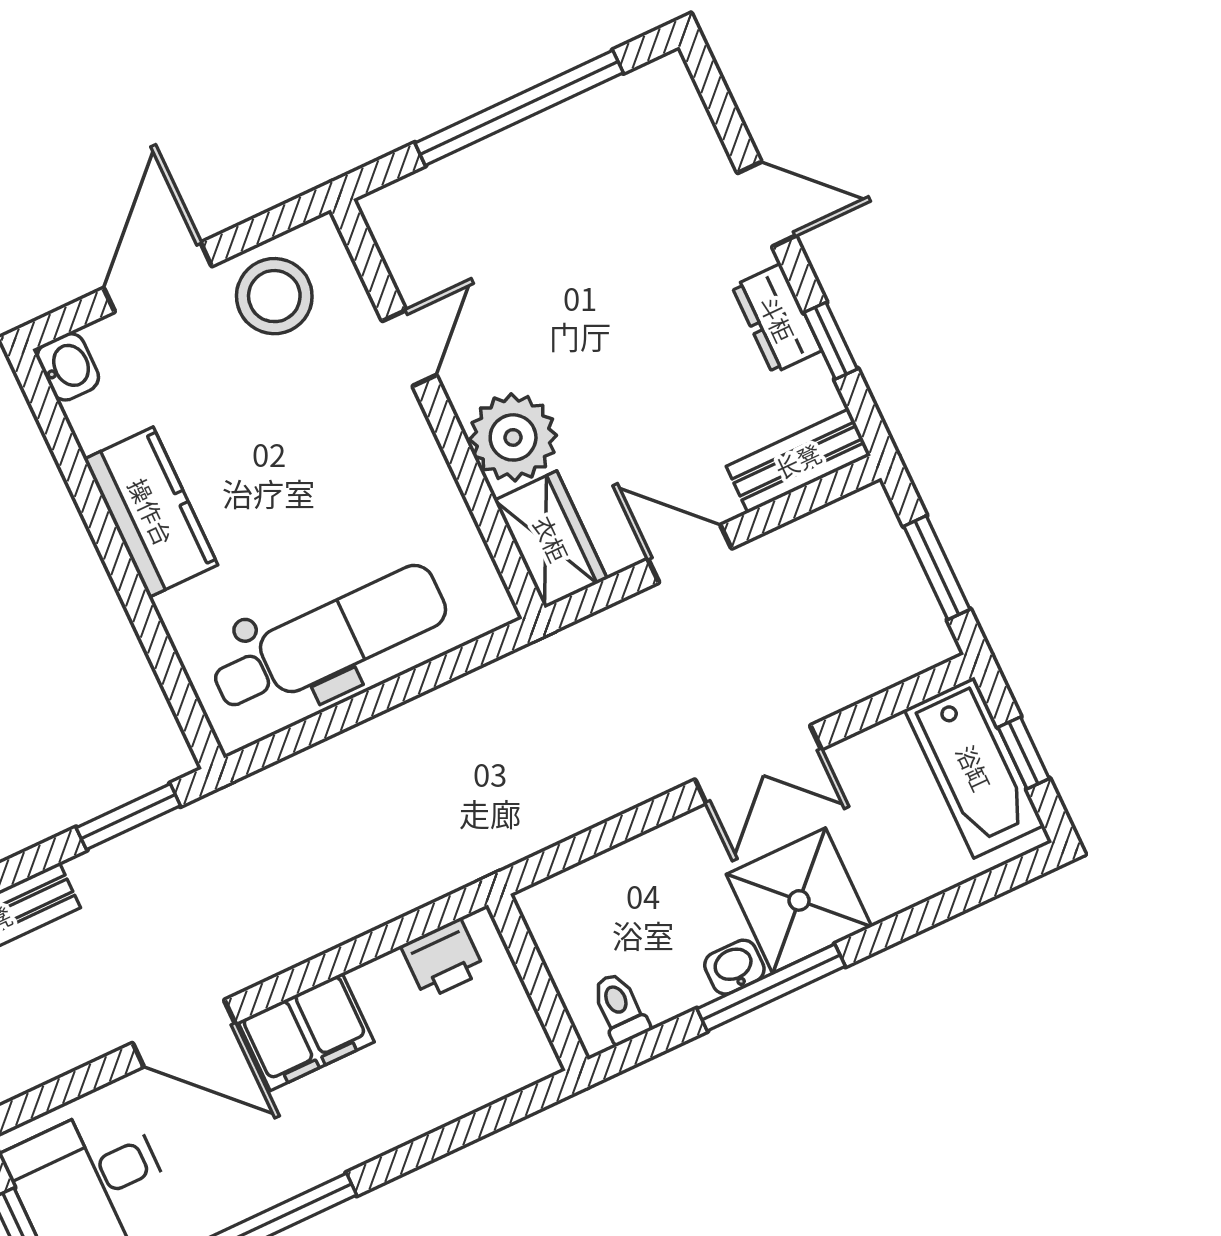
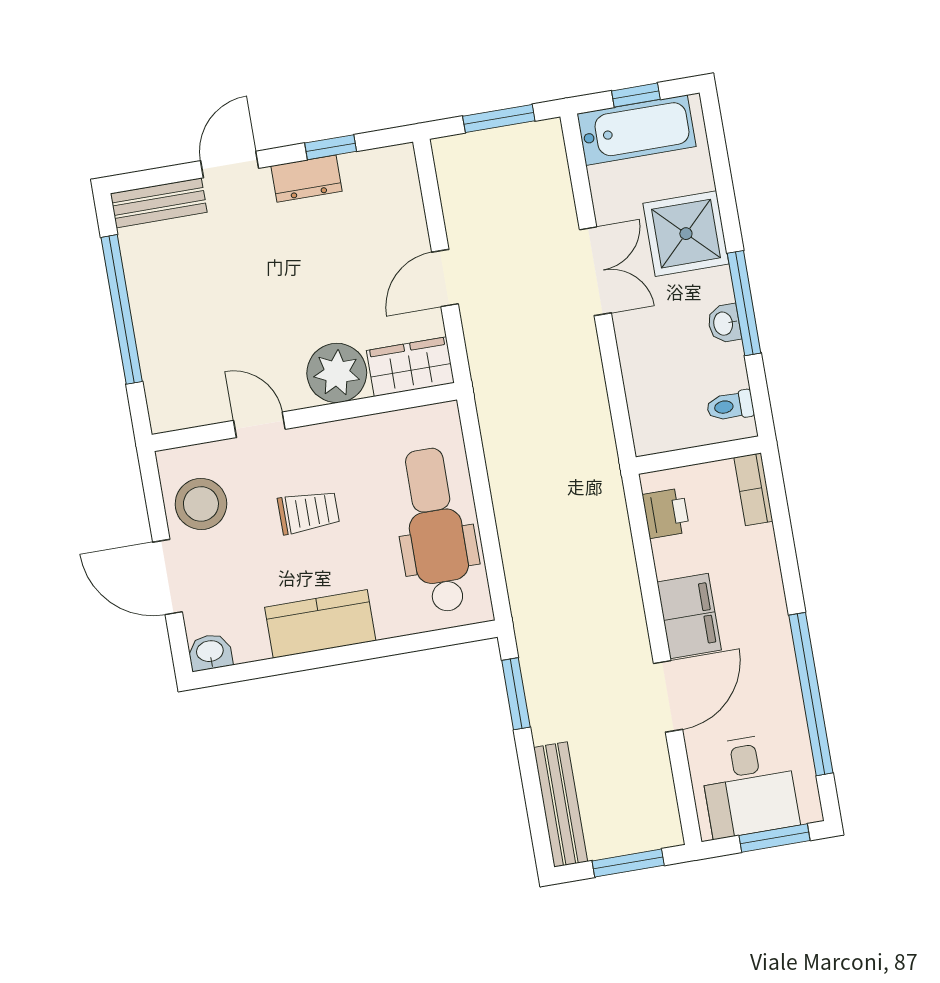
trolley: (305, 452) -> (308, 512), added
bench: (798, 461) -> (159, 203), moved, turned 90
shower: (799, 900) -> (686, 234), moved
bookcase: (511, 1073) -> (753, 489), added

